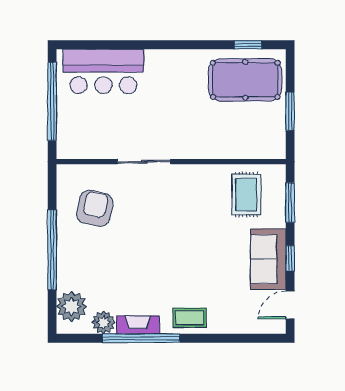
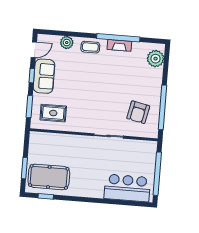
window: (290, 111) -> (24, 168), moved
rug: (246, 195) -> (53, 113), turned 90
window: (52, 250) -> (163, 107), moved
plant: (103, 322) -> (67, 43), moved

